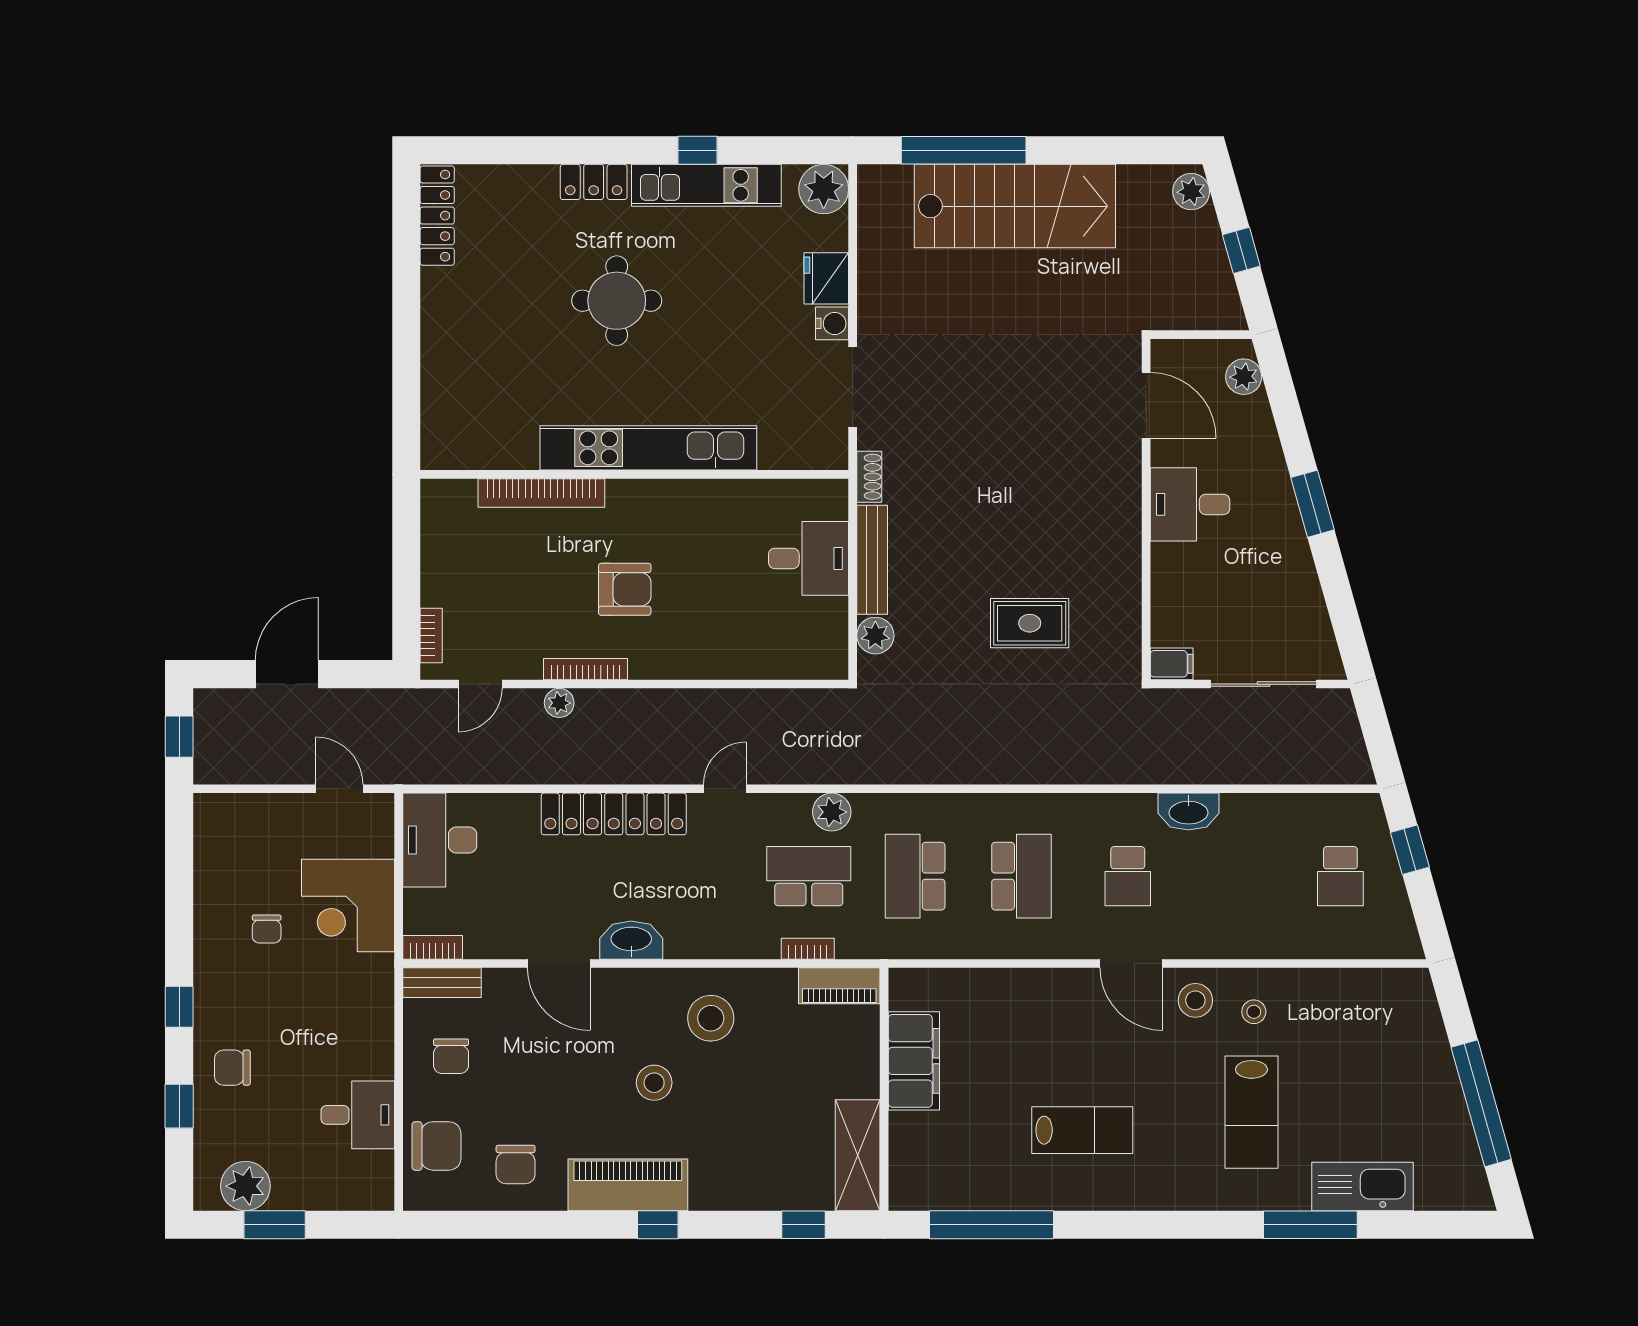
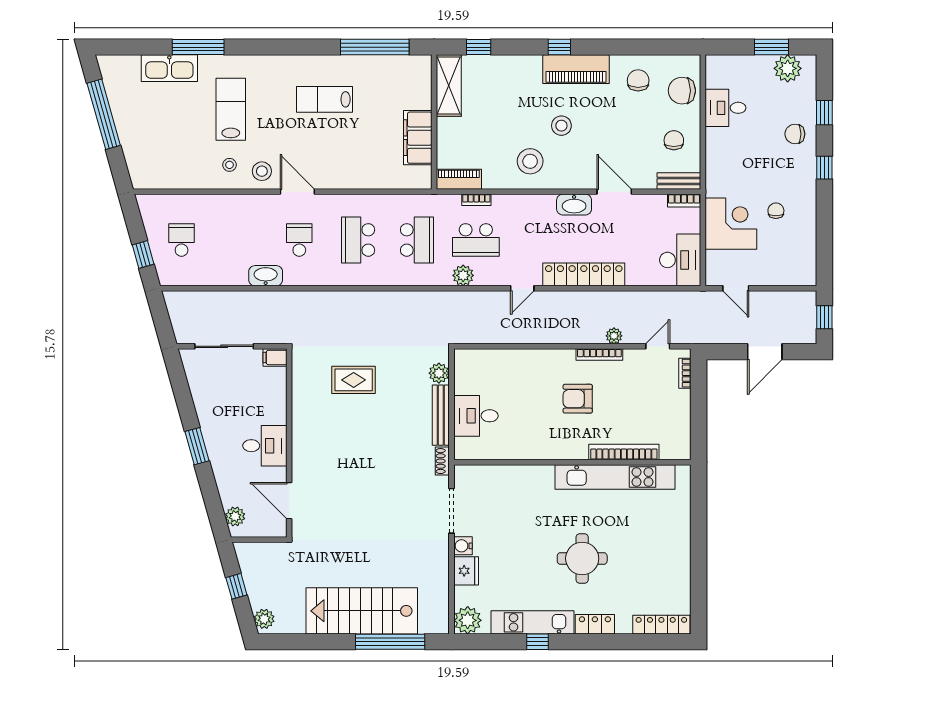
locker: (437, 216) -> (661, 625), moved, turned 90
kitchen unit: (648, 448) -> (615, 477), moved
chair: (232, 1068) -> (795, 134), turned 180

